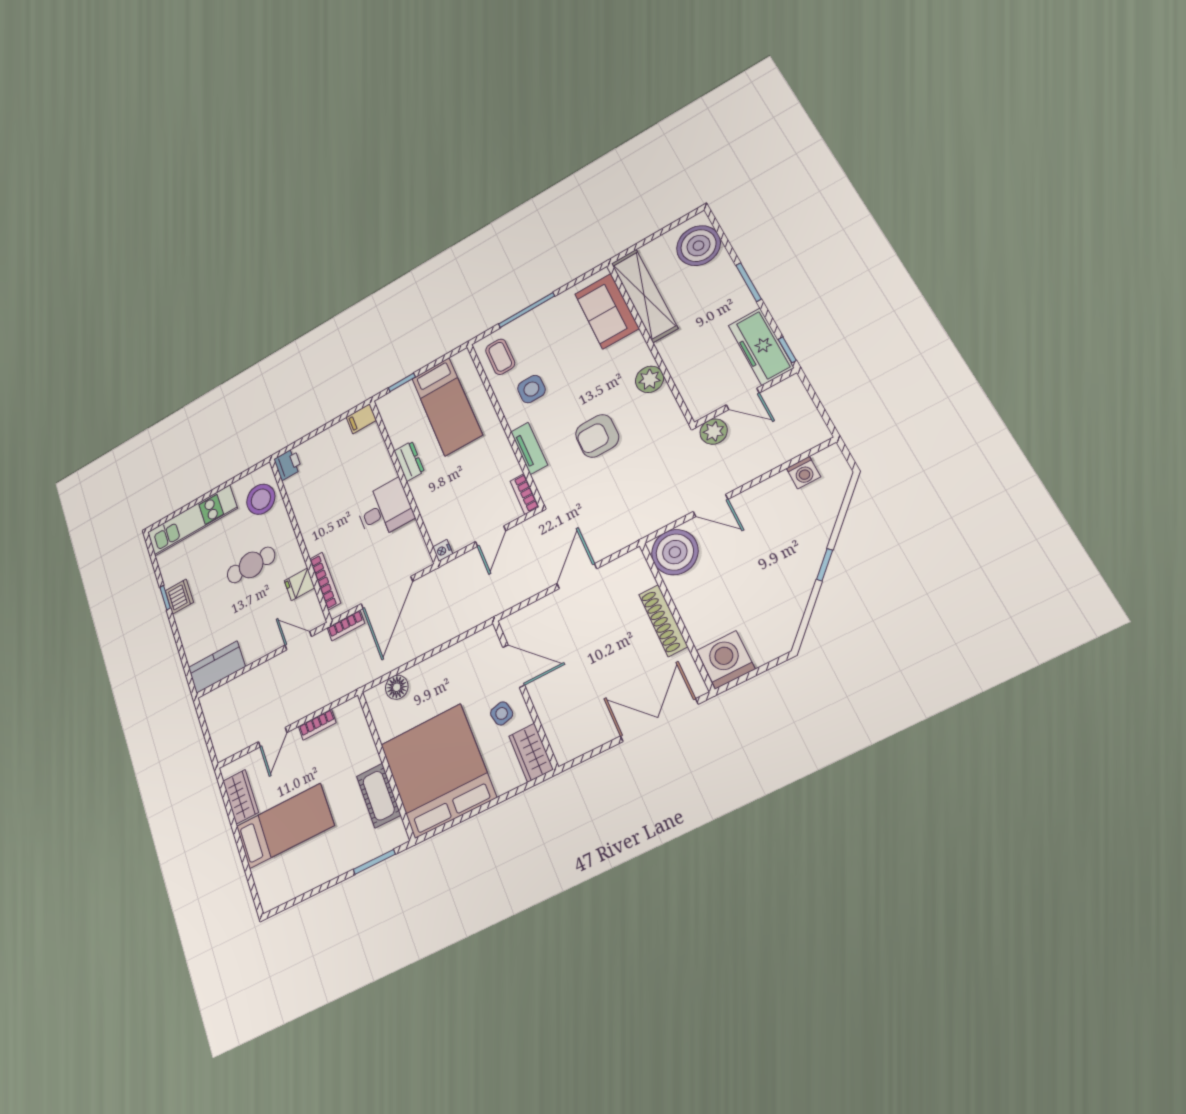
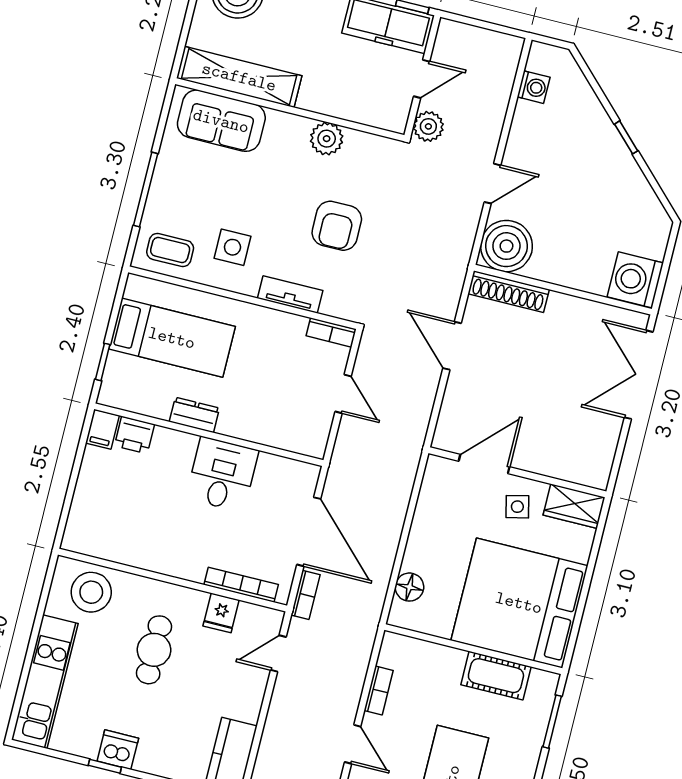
printer: (288, 464) -> (134, 435), moved, turned 180
nightstand: (443, 550) -> (316, 448), removed
shoe rack: (663, 620) -> (509, 292), moved

